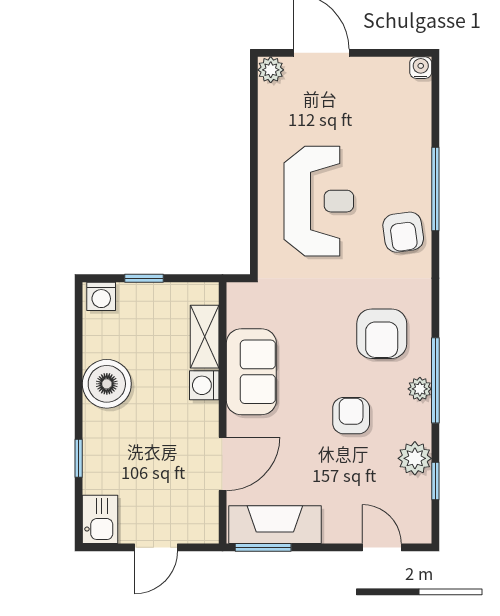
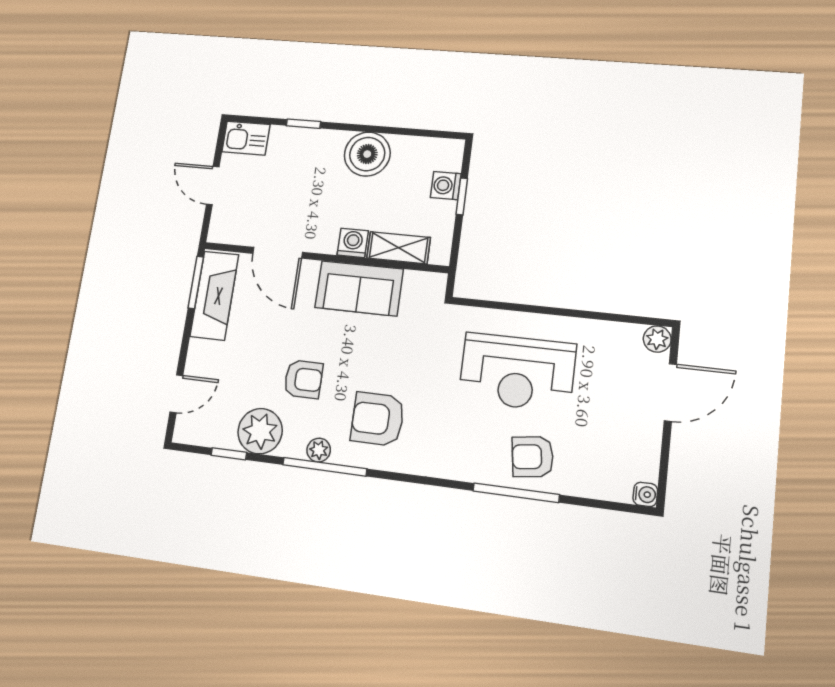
armchair: (403, 232) -> (533, 457), moved
washing machine: (101, 296) -> (446, 186), moved
plant: (415, 458) -> (260, 431), width x1.36, depth x1.36

